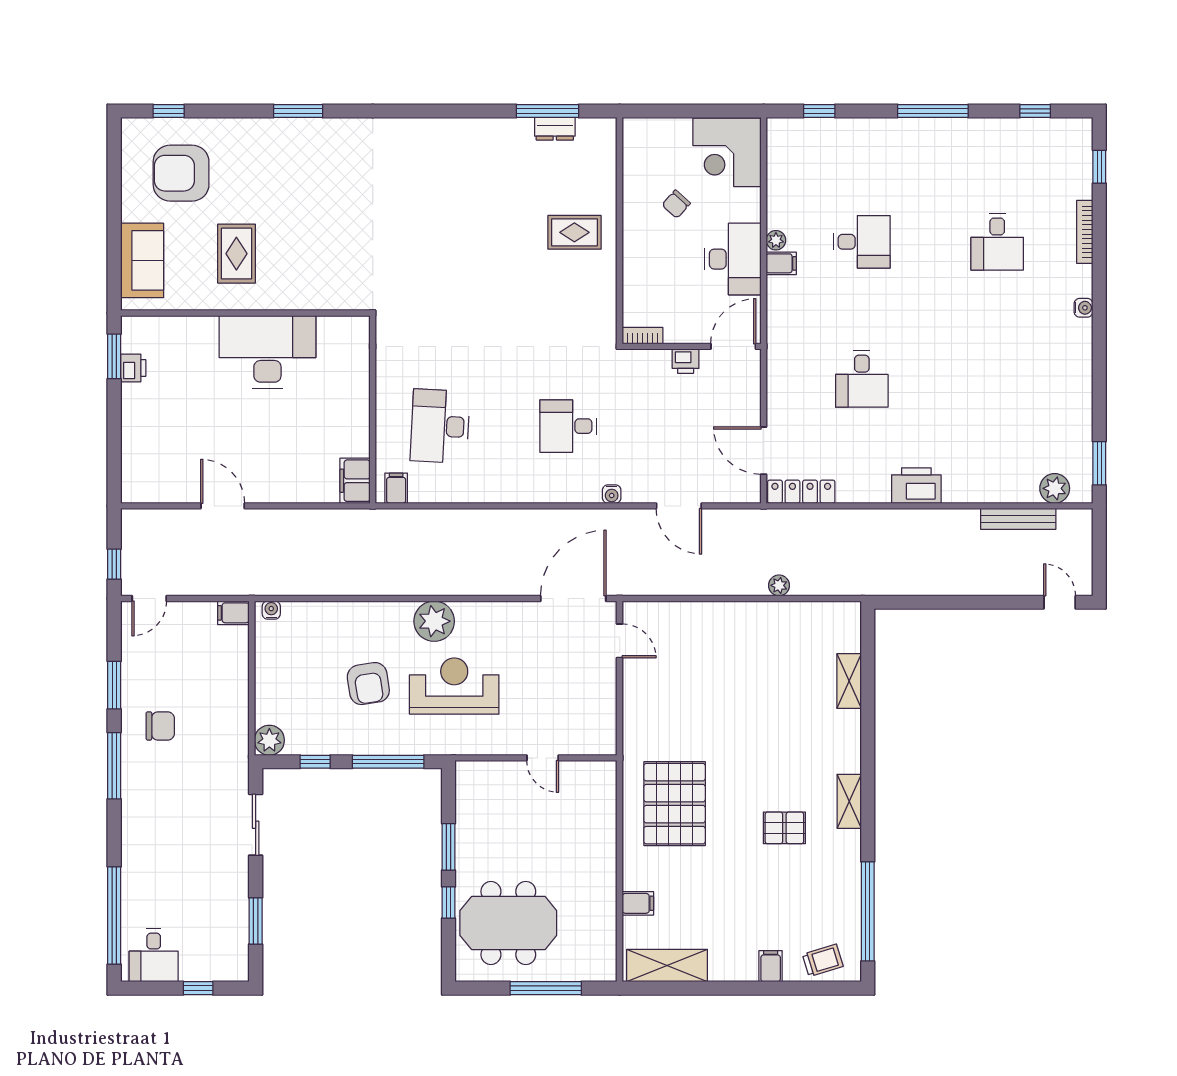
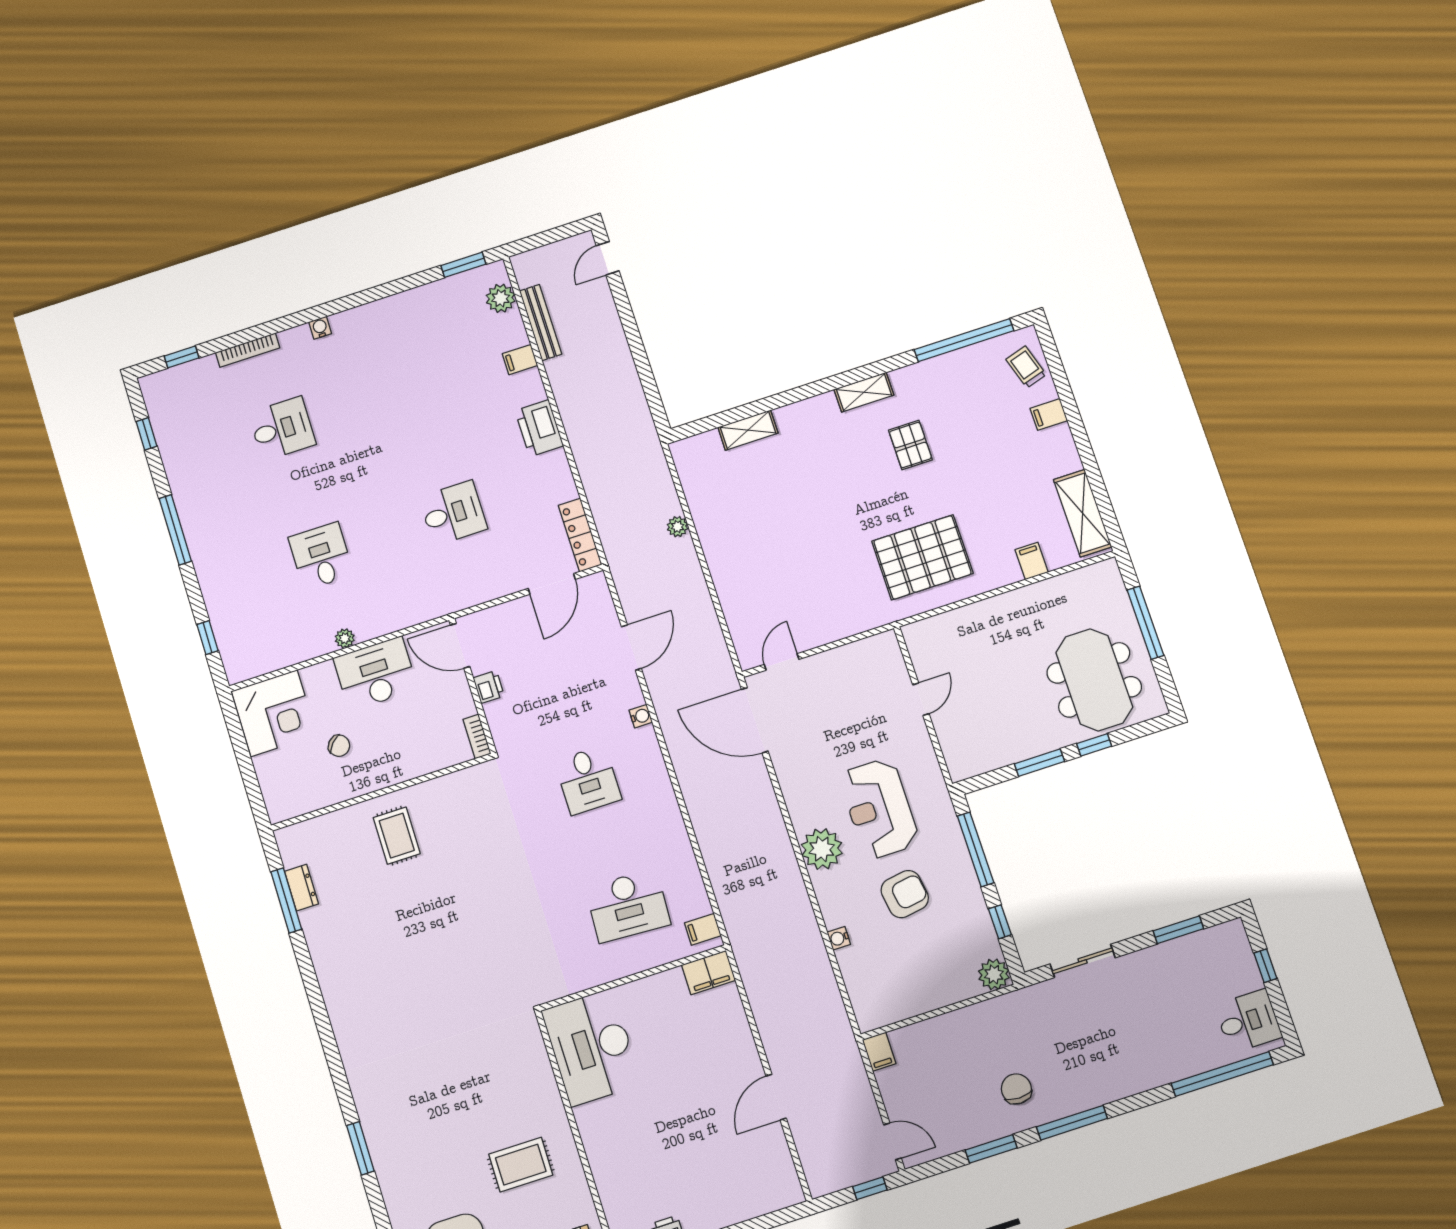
filing cabinet: (781, 263) -> (520, 360), moved, turned -90
desk: (267, 352) -> (591, 1047), moved
water cooler: (271, 610) -> (839, 938), moved

